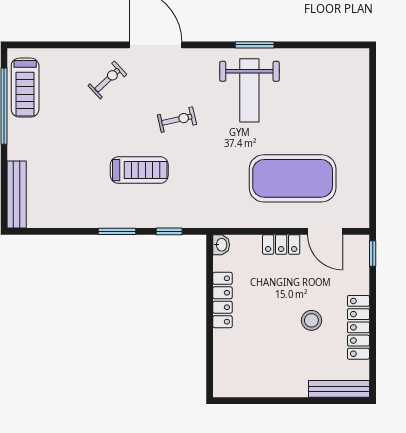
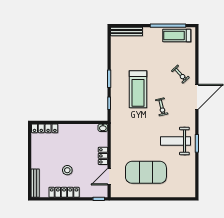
treadmill: (139, 170) -> (138, 89), width x1.37, depth x1.38
exercise mat: (293, 178) -> (146, 172), moved, turned 90
locker: (222, 300) -> (45, 128), moved

